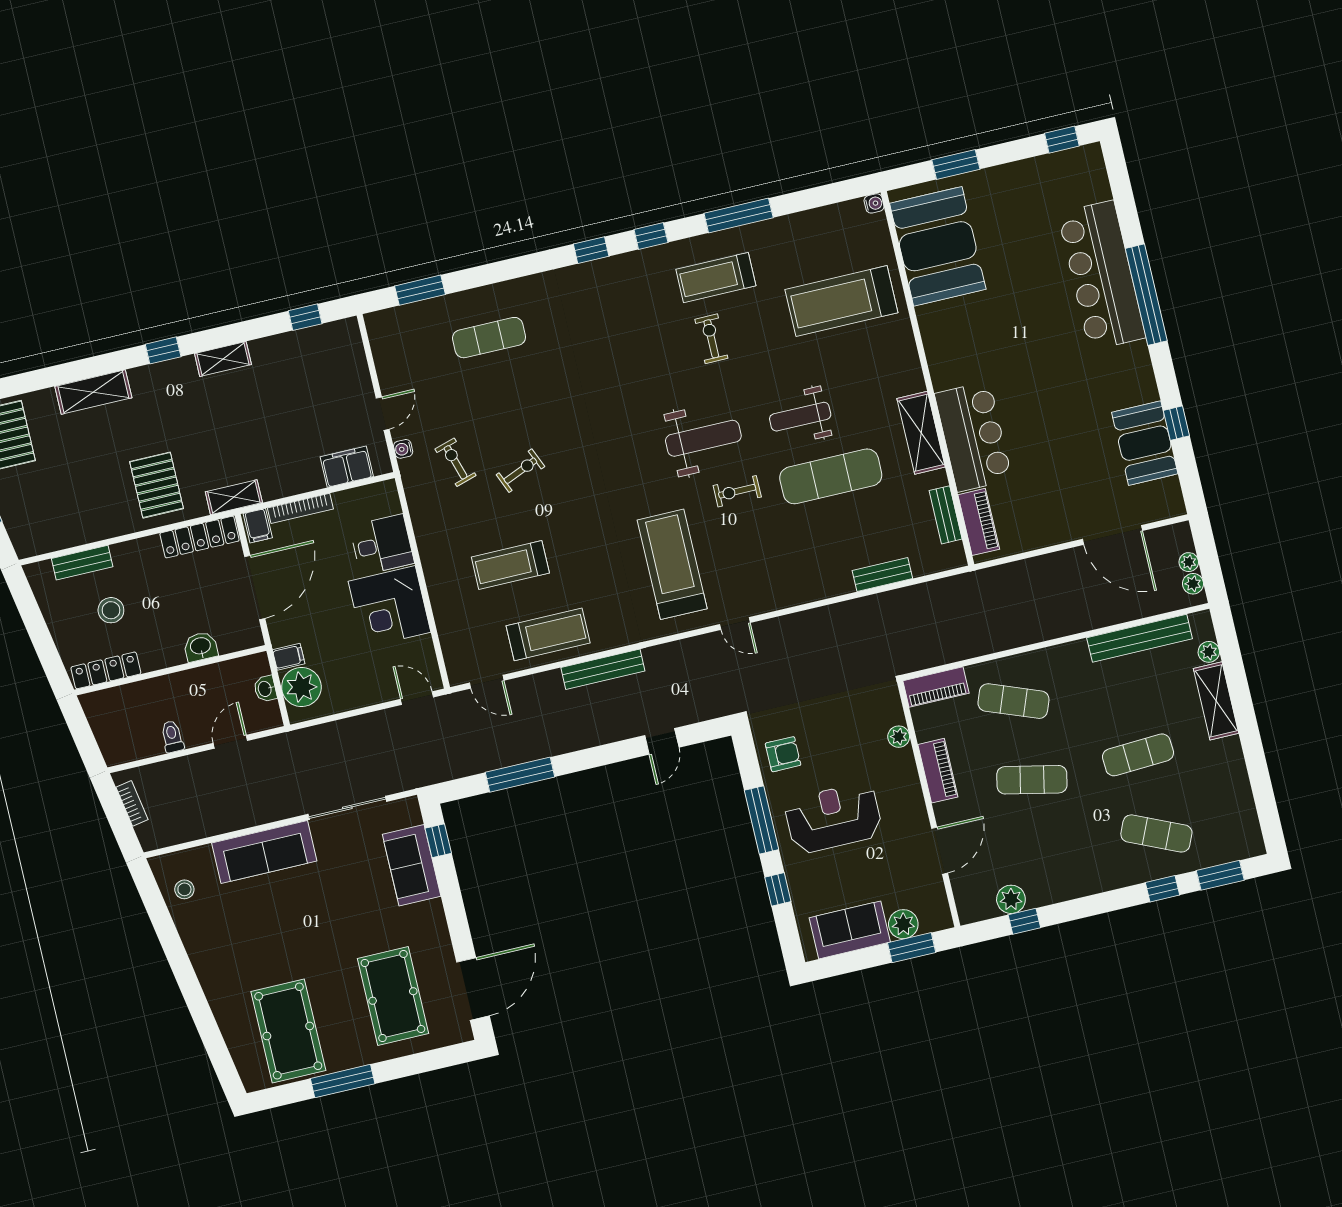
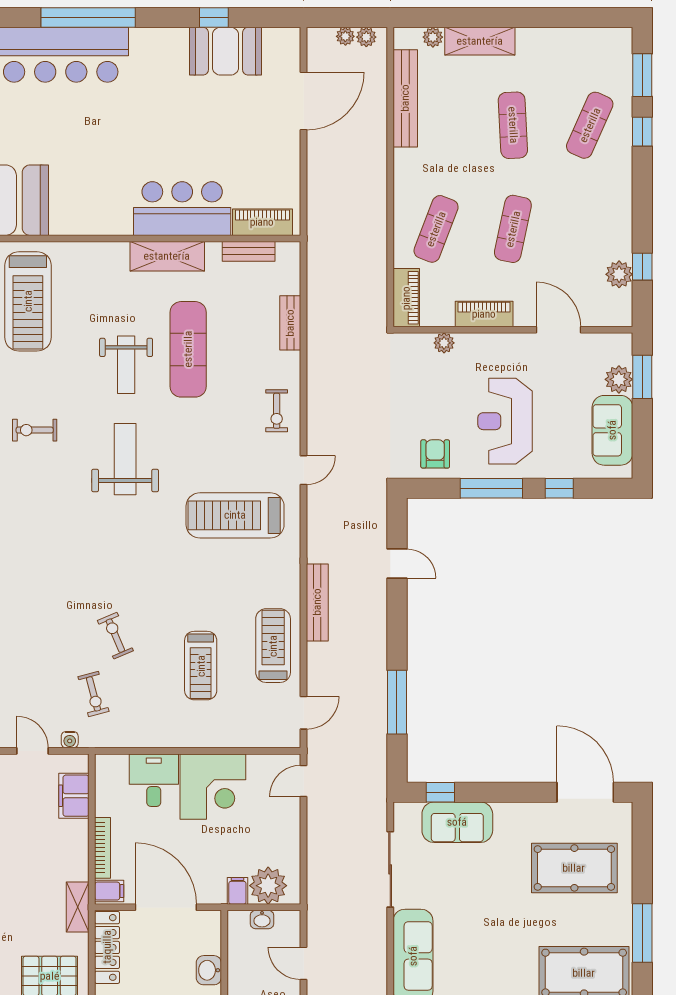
exercise bike: (456, 462) -> (93, 694), turned -88
exercise bike: (737, 491) -> (277, 411), moved

